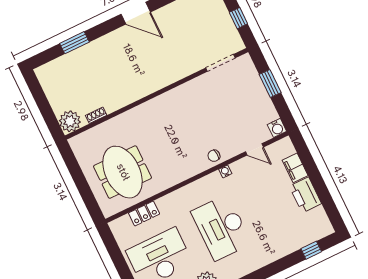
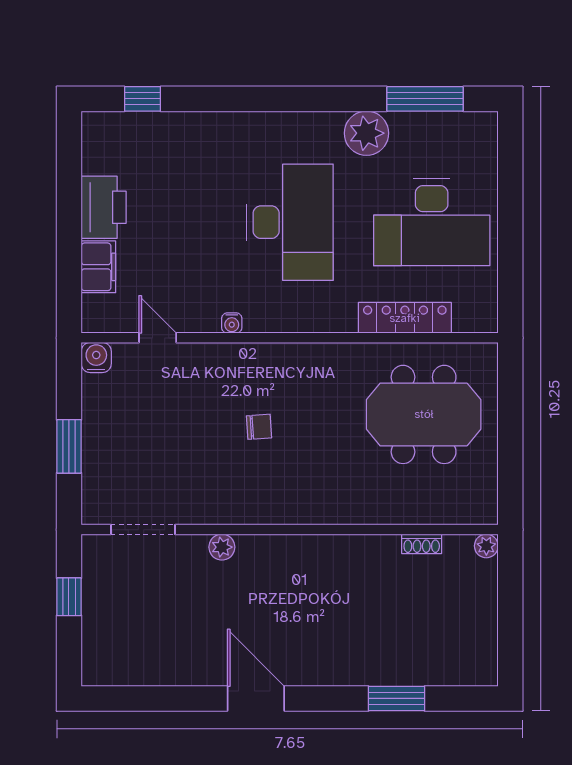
plant: (182, 72) -> (222, 547), added
plant: (70, 121) -> (486, 546), width x0.53, depth x0.53
chair: (214, 156) -> (259, 427), moved
meeting table: (123, 172) -> (424, 414), turned 90
locker: (144, 213) -> (405, 318), width x1.53

